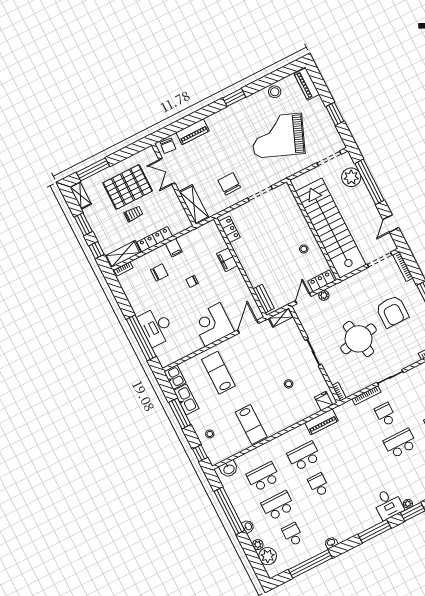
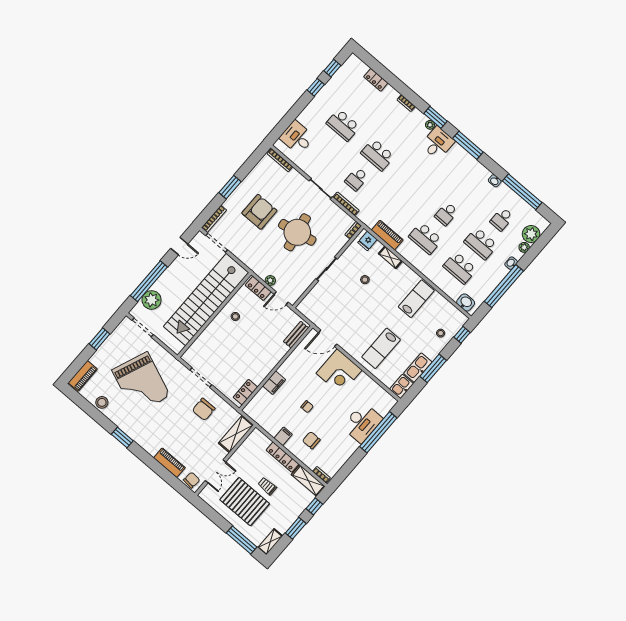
shelving: (281, 318) -> (390, 257), moved

